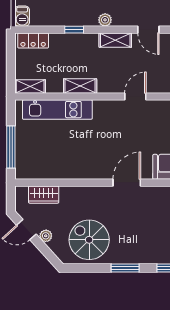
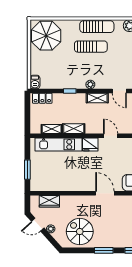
shelving: (30, 86) -> (52, 129), moved
door: (135, 97) -> (111, 136), hinge flipped
fridge: (105, 110) -> (90, 145), added
window: (11, 147) -> (27, 170), width x0.69
door: (127, 183) -> (105, 193), hinge flipped

